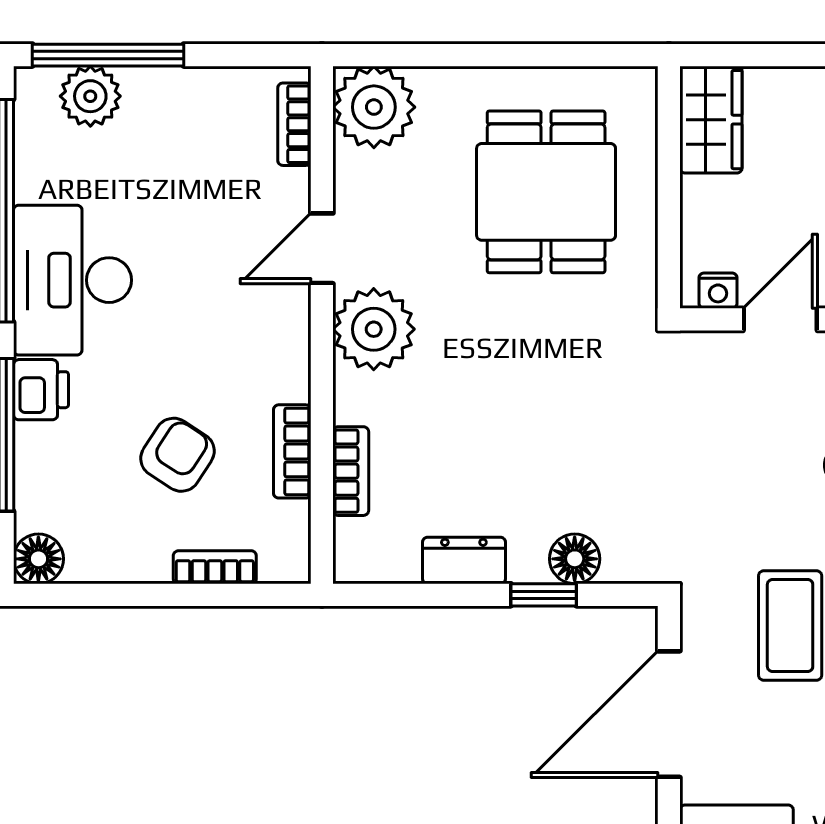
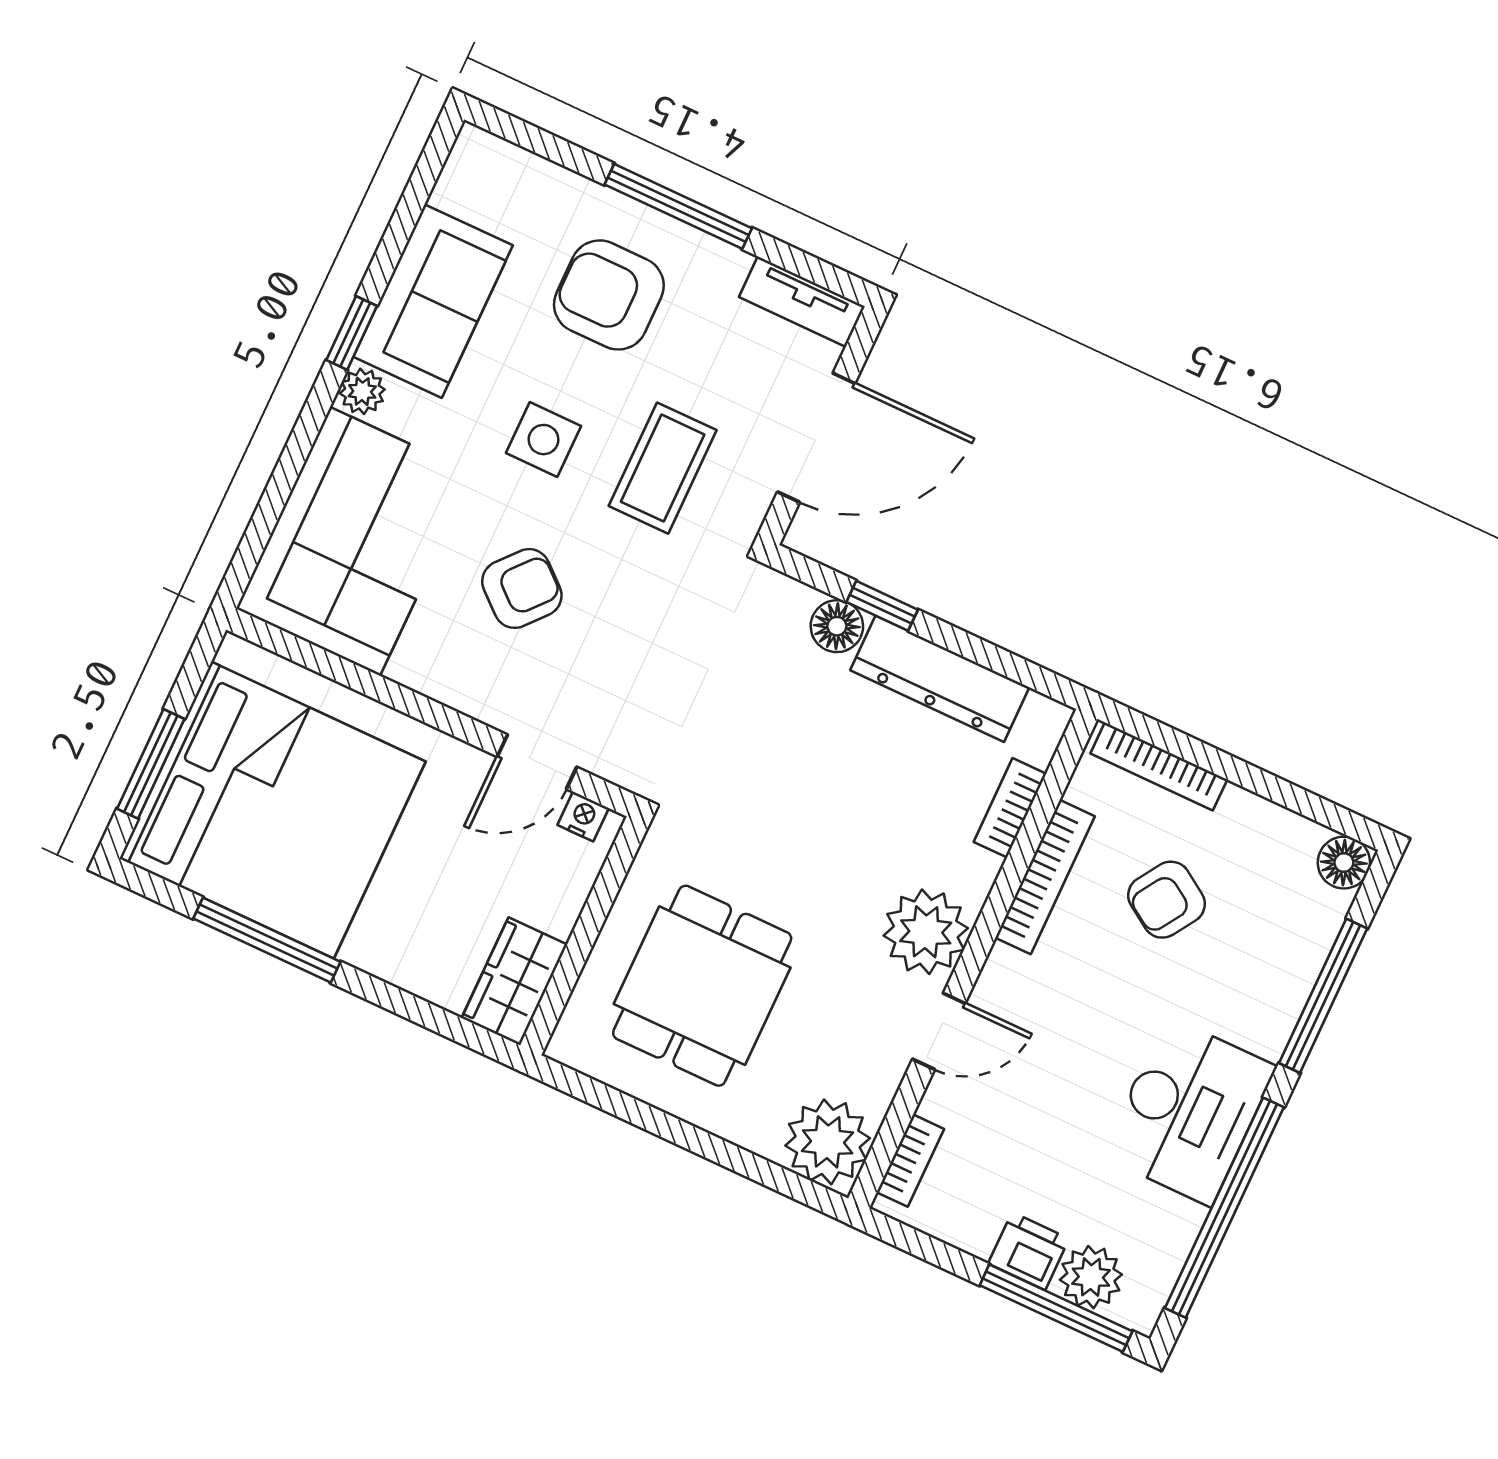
printer: (41, 390) -> (1029, 1251), moved, turned 90
bookcase: (292, 451) -> (1045, 877), width x1.56
dresser: (464, 560) -> (940, 679), width x1.96, depth x1.24
bookcase: (215, 567) -> (1159, 767), width x1.56

